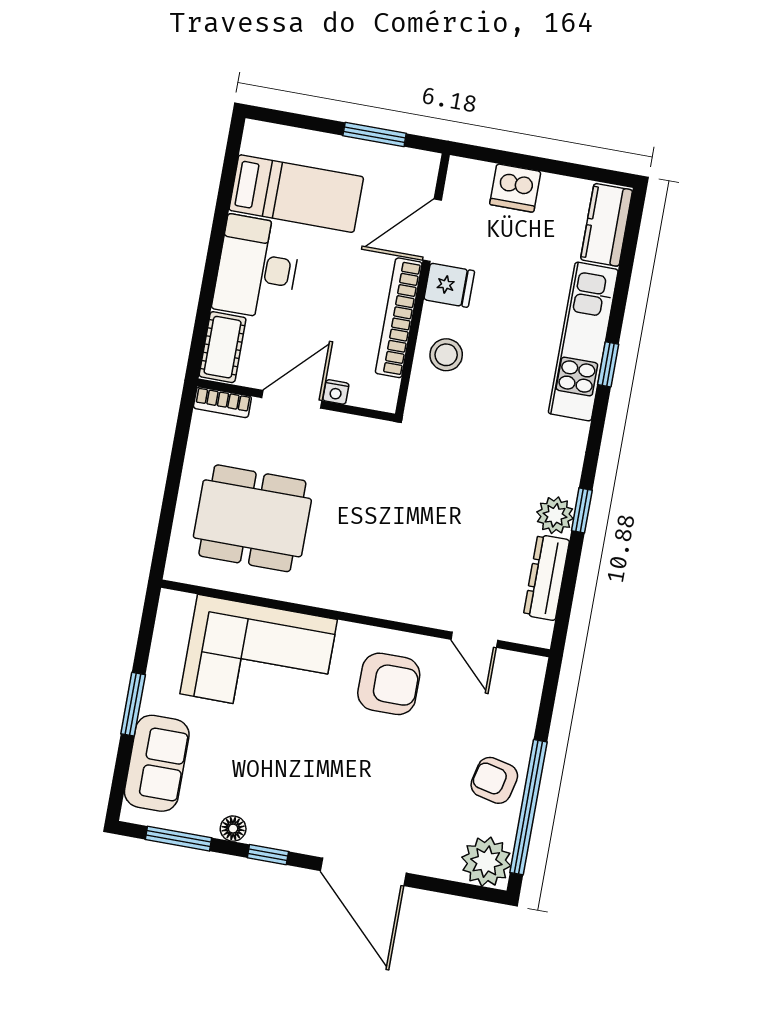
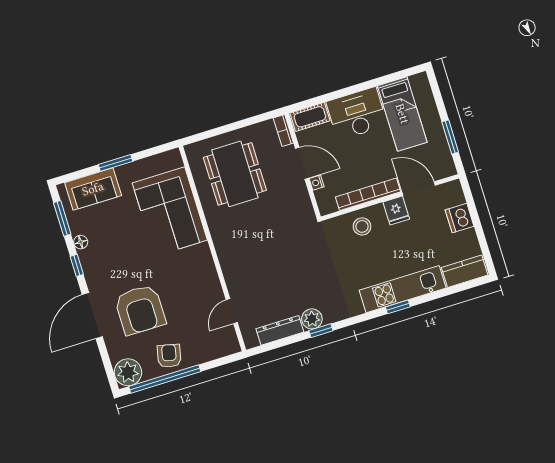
armchair: (389, 684) -> (140, 310), moved, width x1.36, depth x1.36

